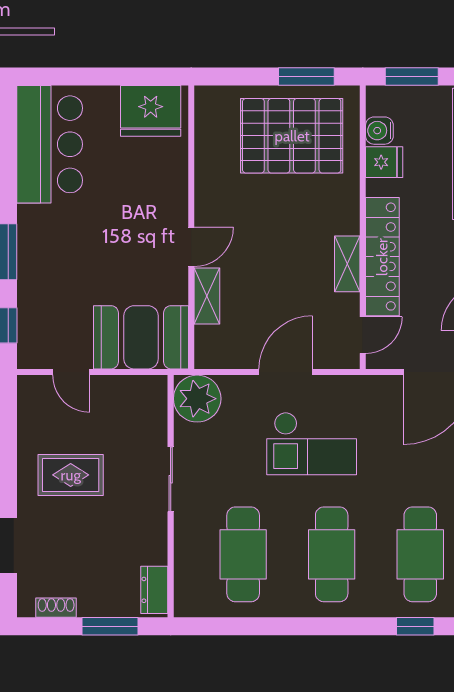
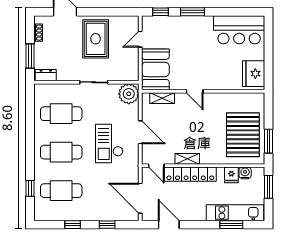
shelving: (207, 296) -> (162, 98), moved
rug: (71, 475) -> (96, 39), width x1.36, depth x1.43

